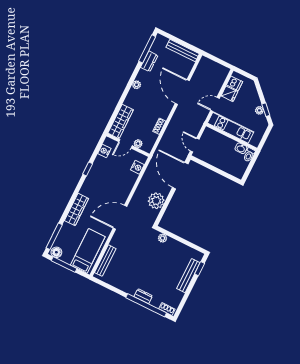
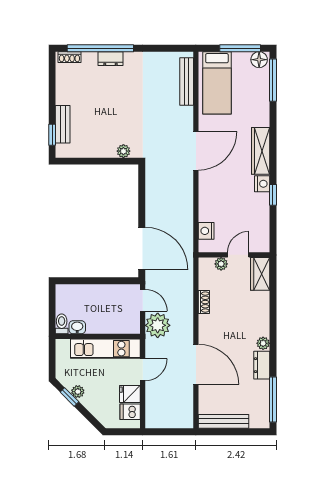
dresser: (149, 61) -> (262, 365), moved
wardrobe: (121, 121) -> (260, 274), width x0.67
nightstand: (104, 151) -> (262, 184), moved
plant: (156, 201) -> (158, 325), moved
wardrobe: (77, 209) -> (261, 151), moved
bench: (188, 276) -> (63, 124), width x0.73

